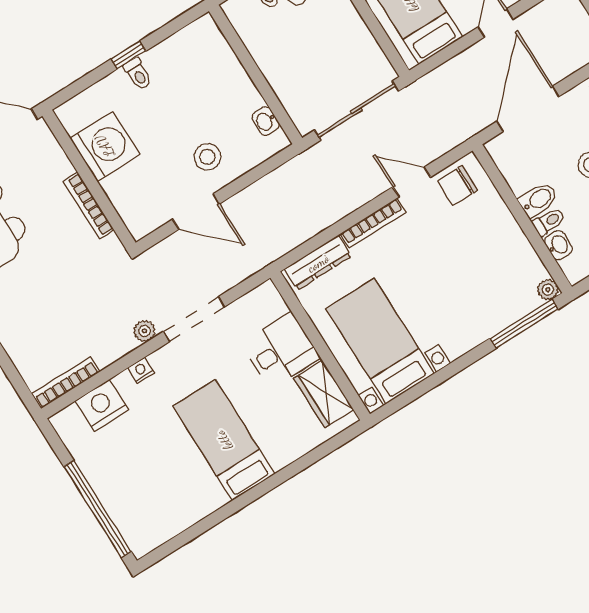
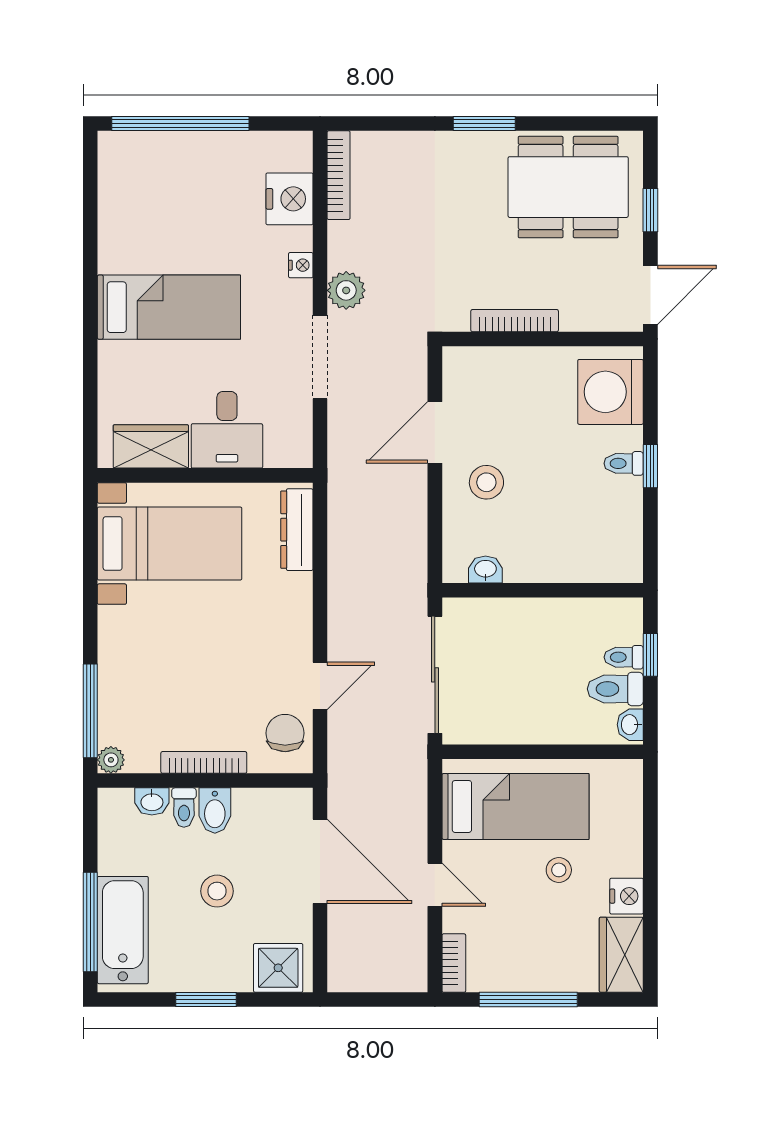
washing machine: (105, 146) -> (611, 392), moved, turned 90
bookcase: (373, 223) -> (204, 762), moved, turned 90
plant: (144, 331) -> (346, 290), width x1.38, depth x1.38

